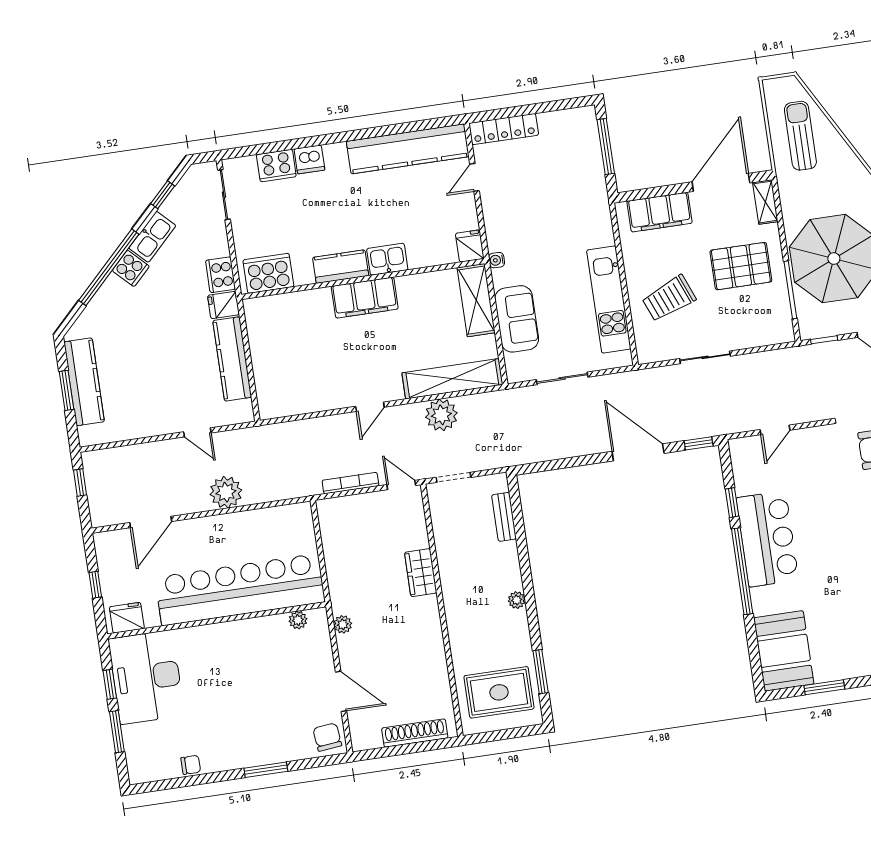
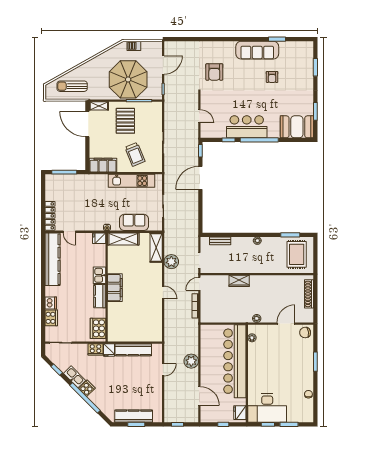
filing cabinet: (660, 212) -> (103, 165), moved, turned -90
shelving: (452, 379) -> (156, 248), width x0.68

